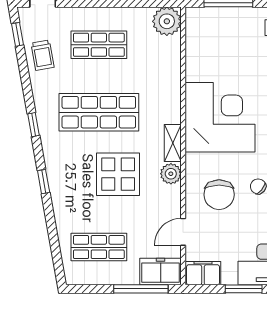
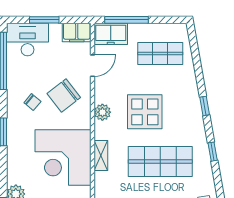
shelving: (173, 143) -> (101, 156), moved
chair: (219, 195) -> (64, 95), turned -128

